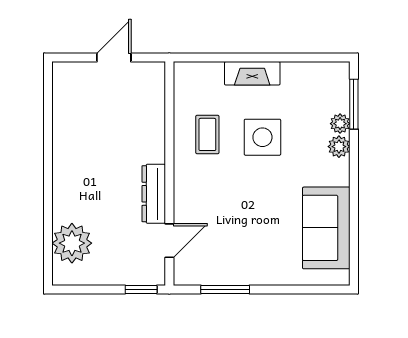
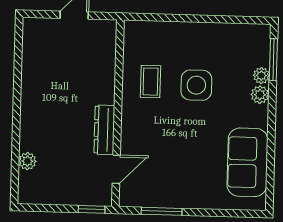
fireplace: (252, 73) -> (189, 32), removed
plant: (72, 243) -> (27, 161), width x0.53, depth x0.53

